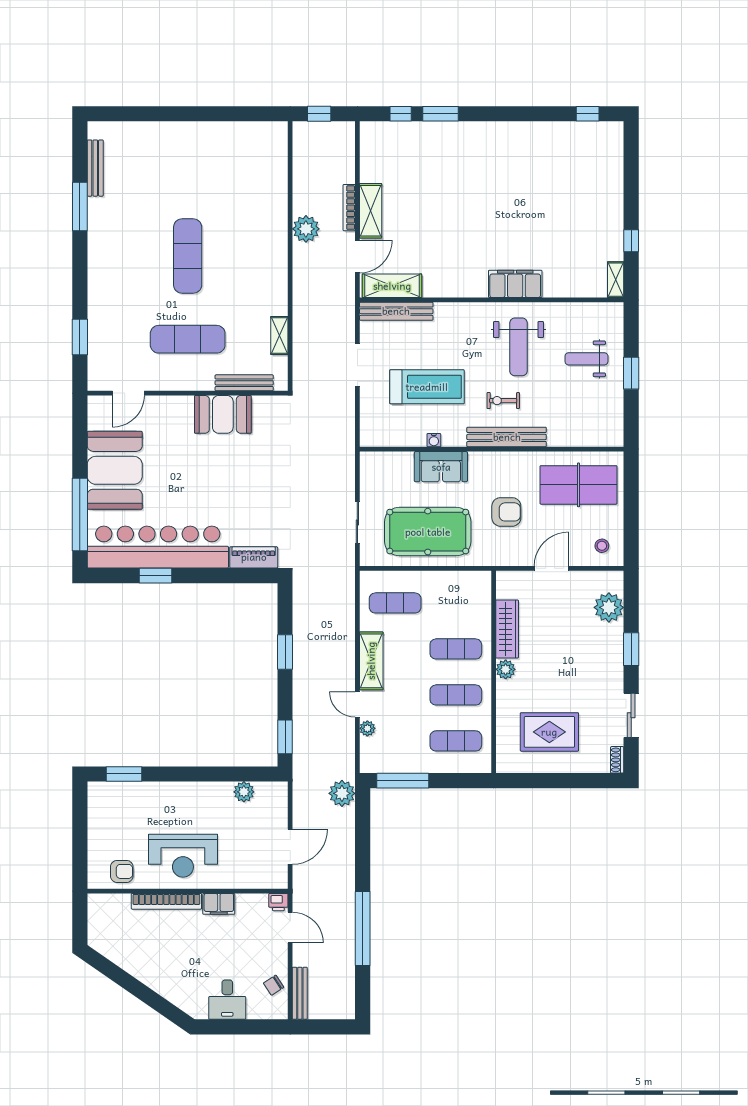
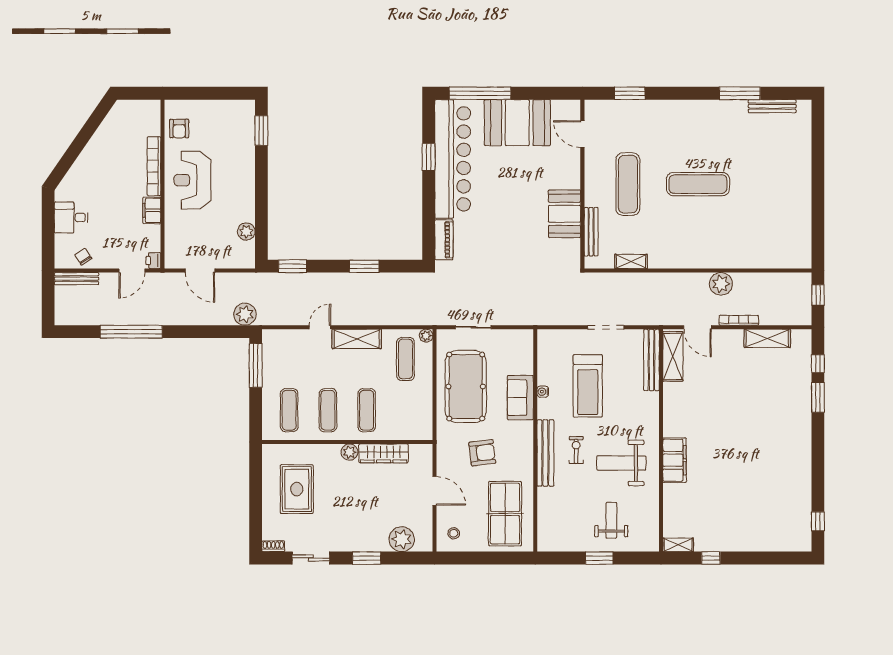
shelving: (371, 211) -> (767, 338), moved
armchair: (506, 512) -> (482, 453), turned -97
plant: (367, 728) -> (426, 336), moved

